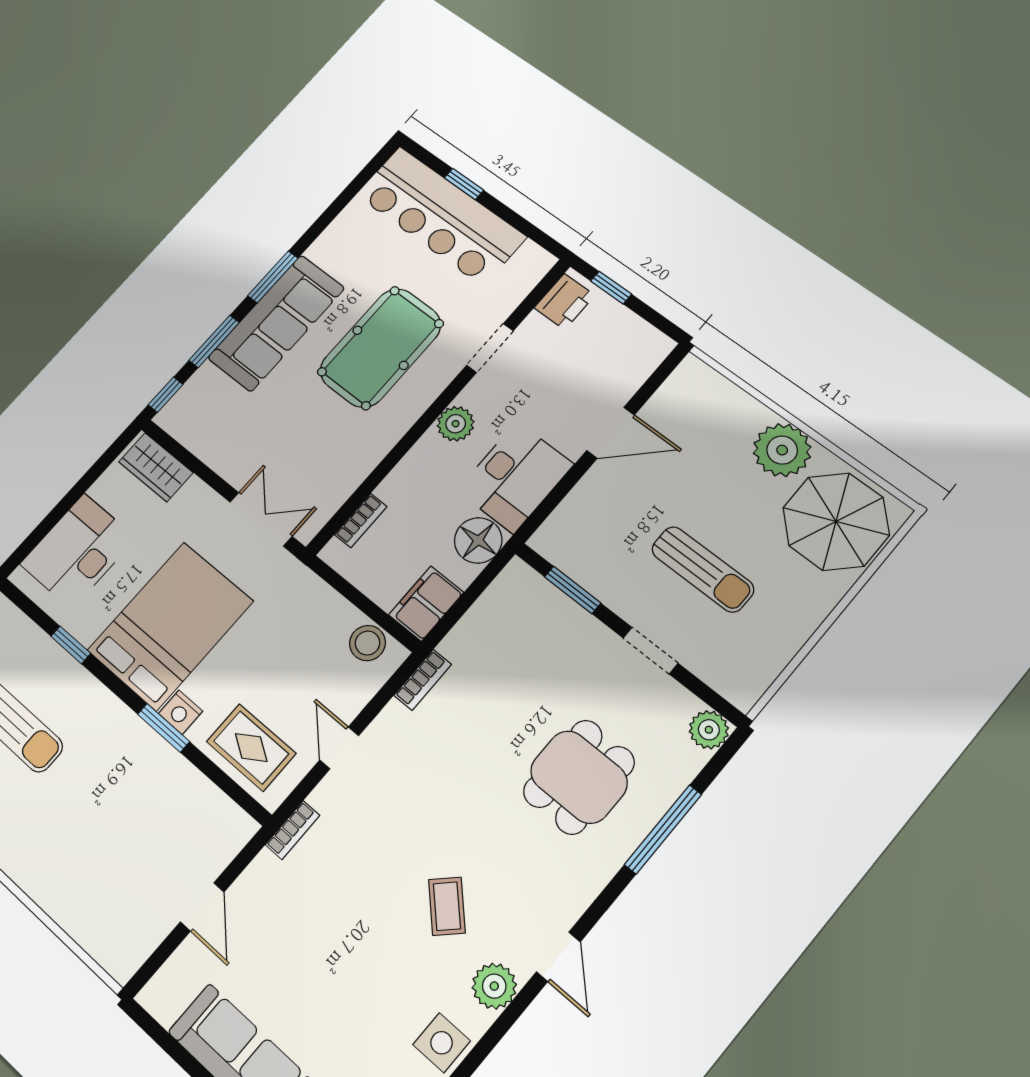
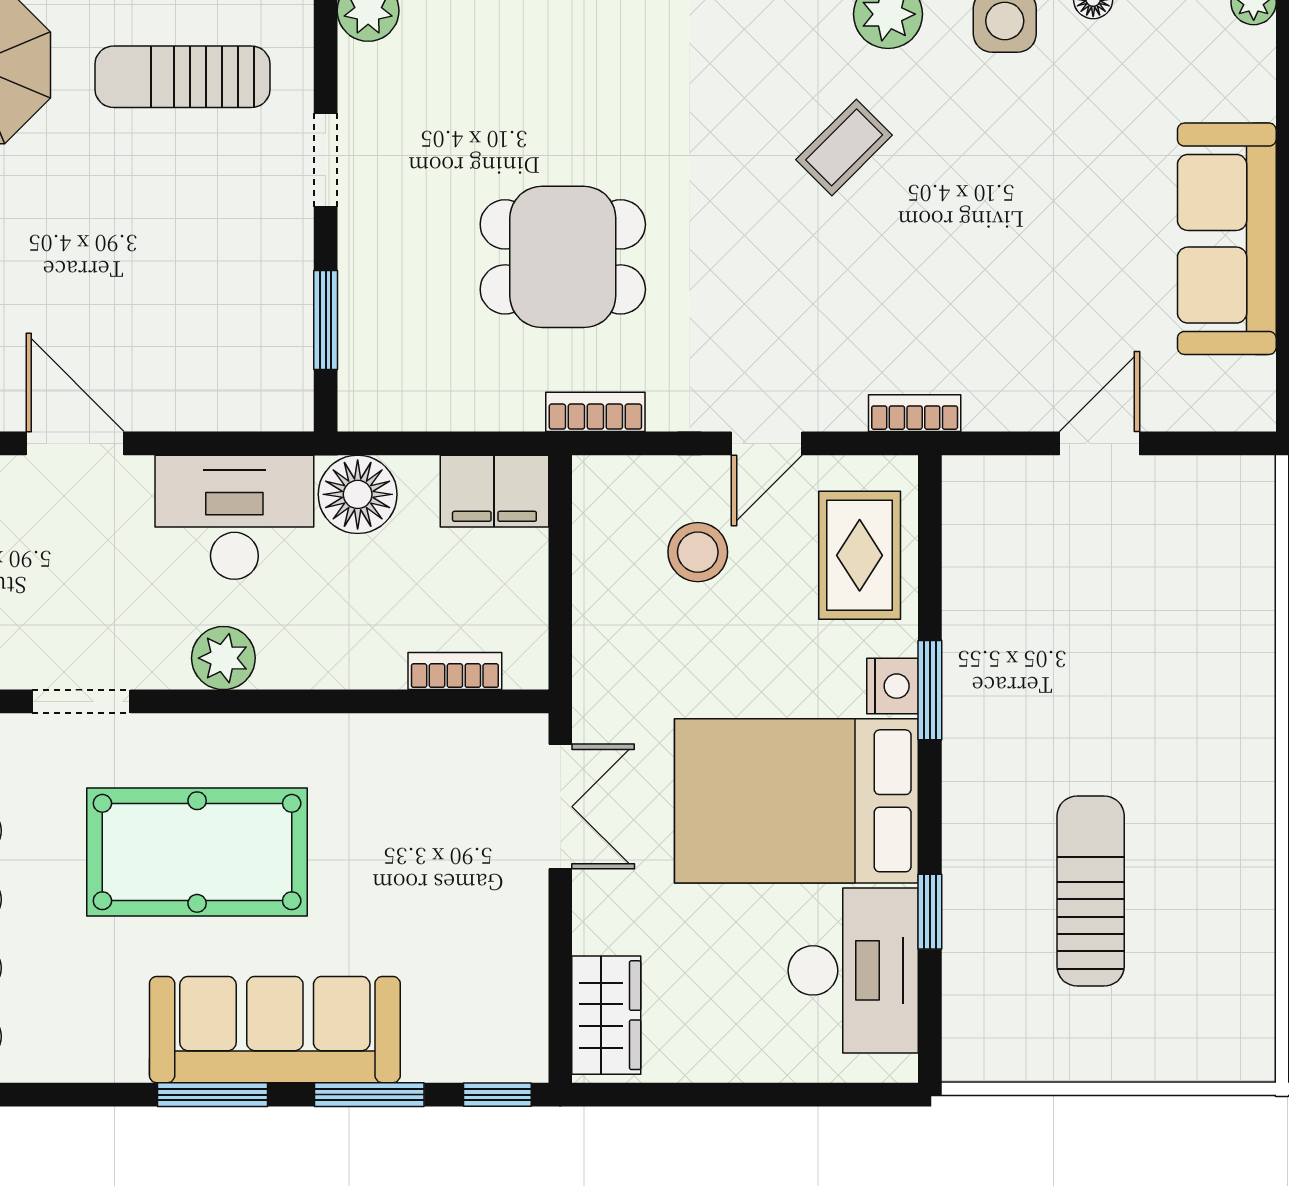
double door: (261, 519) -> (560, 807), swing flipped
desk: (78, 551) -> (853, 970), moved, turned -90
sun lounger: (703, 569) -> (182, 77), moved, turned -90
stool: (367, 643) -> (698, 552), moved
dining table: (579, 777) -> (563, 257), moved

